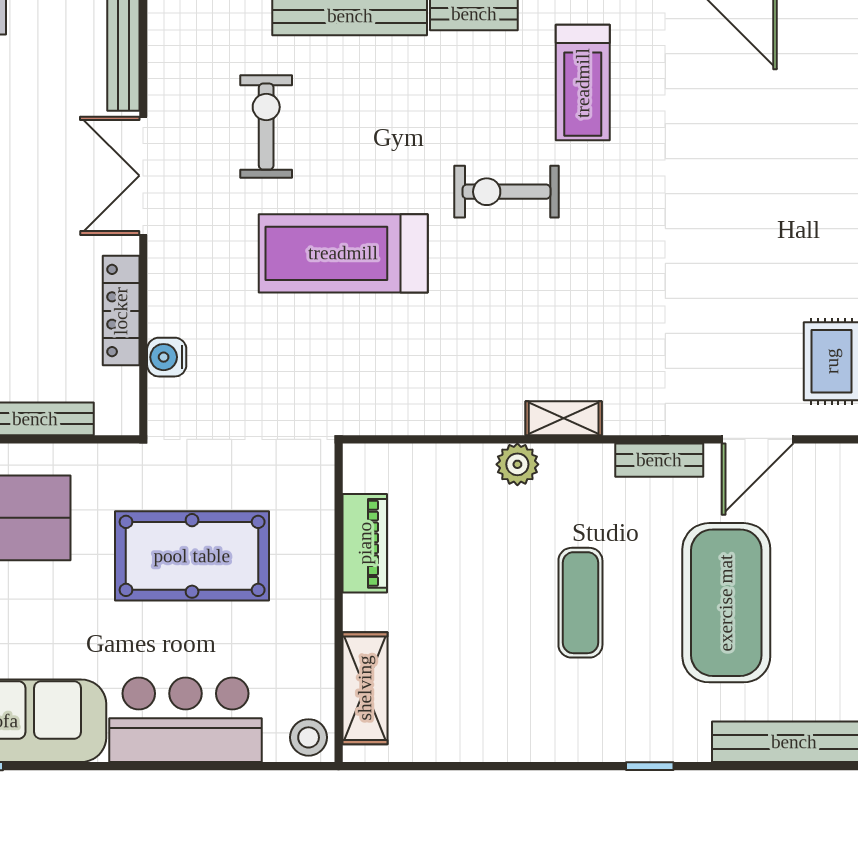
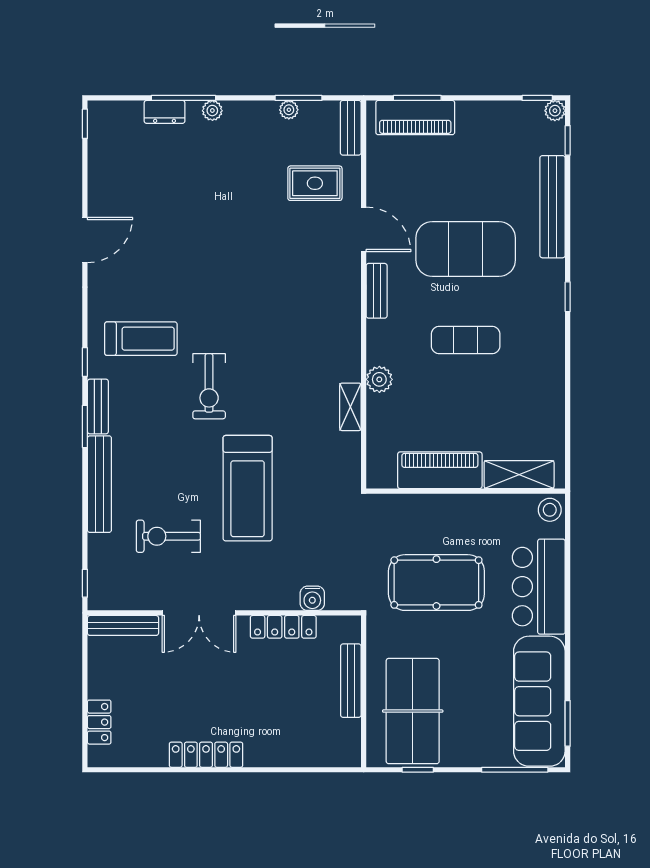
shelving: (564, 418) -> (350, 407), moved
piano: (365, 543) -> (440, 470), width x1.37, depth x1.33
pool table: (192, 556) -> (436, 583), turned 90

